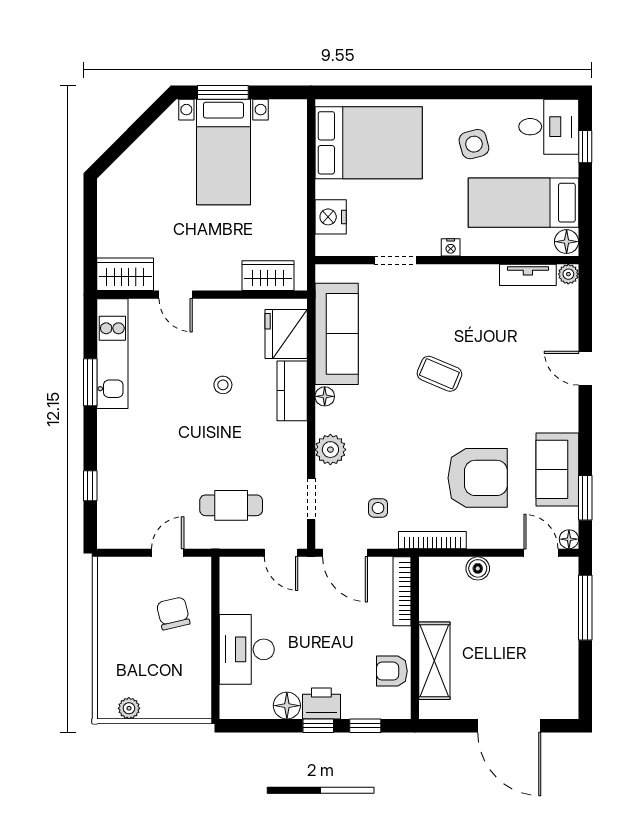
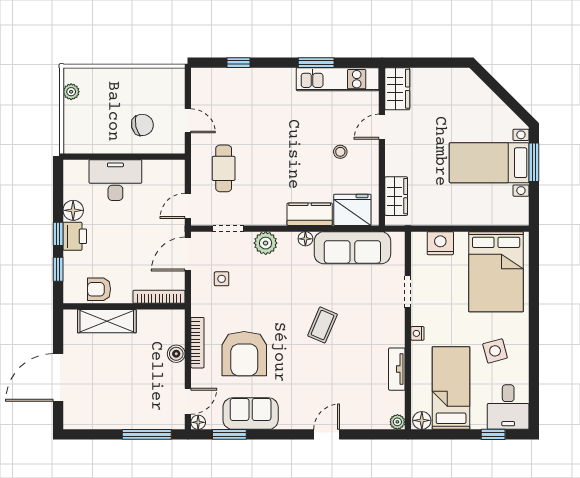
tv unit: (528, 275) -> (397, 369), moved
stool: (223, 385) -> (340, 152), moved
bookcase: (432, 540) -> (197, 343), moved
armchair: (392, 671) -> (99, 289), turned -90

